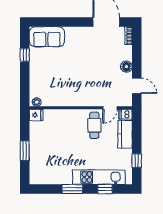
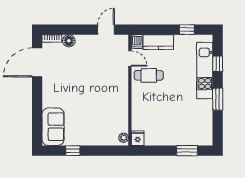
floor lamp: (126, 67) -> (69, 41), moved
window: (25, 151) -> (187, 151), moved

